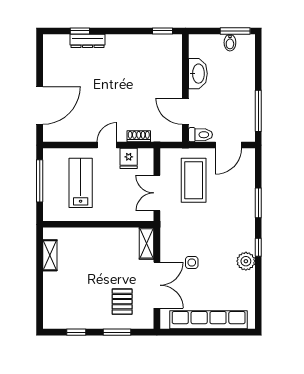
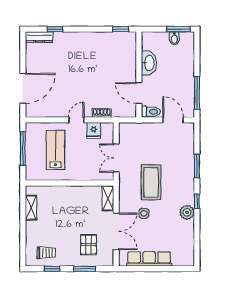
dresser: (88, 41) -> (39, 37), moved
door: (228, 145) -> (173, 120), swing flipped
coffee table: (194, 180) -> (151, 182), moved
trolley: (69, 312) -> (46, 253), added
row of seats: (209, 320) -> (149, 259), width x0.73

